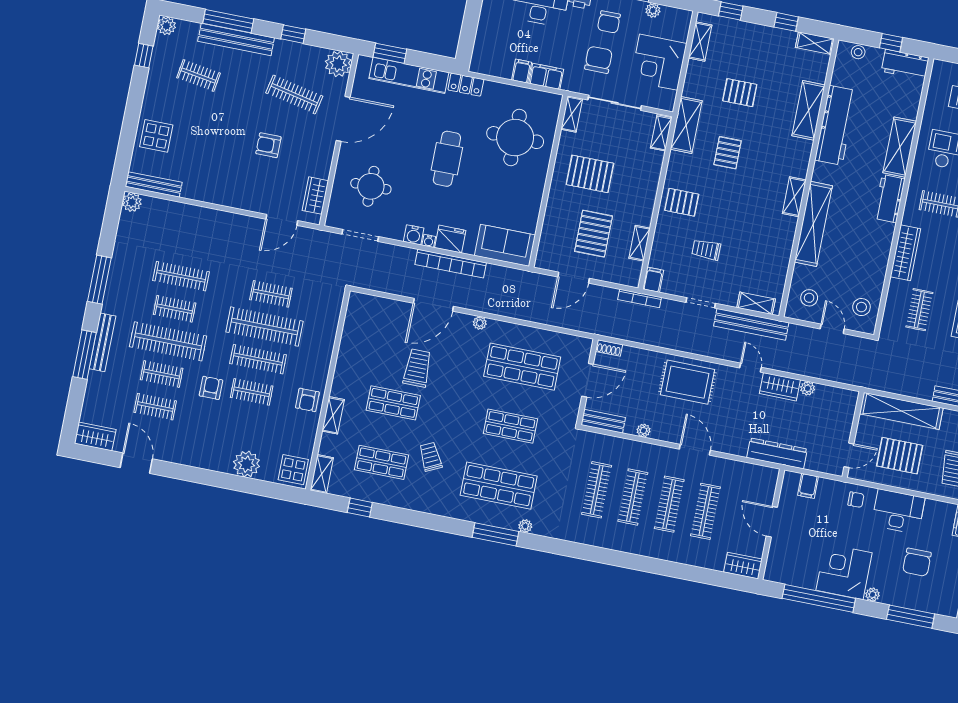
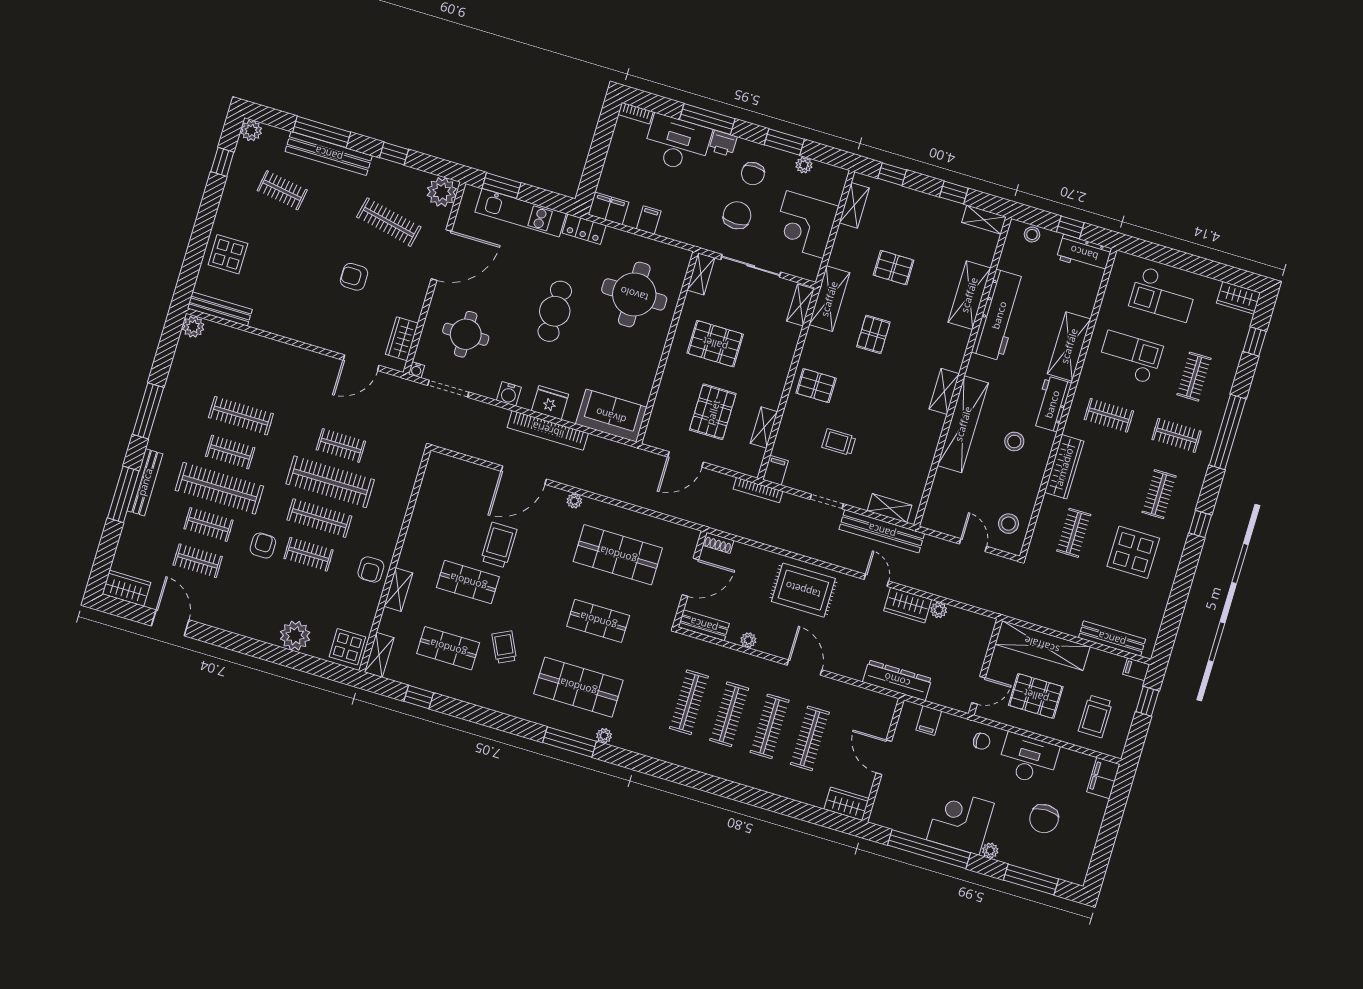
filing cabinet: (546, 76) -> (608, 208), moved
water cooler: (429, 241) -> (416, 370), moved
stool: (809, 298) -> (1014, 441), moved

